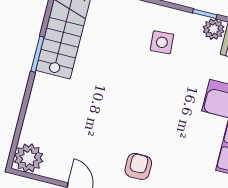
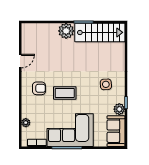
coffee table: (159, 121) -> (65, 93), added
plant: (29, 158) -> (66, 31), moved

